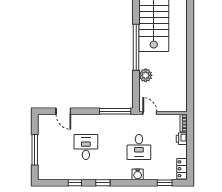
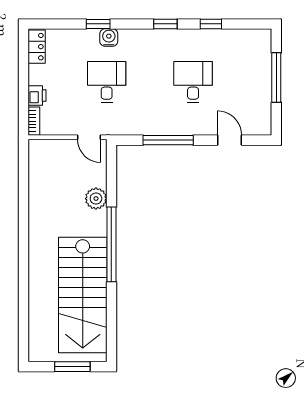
window: (115, 111) -> (168, 140), moved
desk: (86, 147) -> (193, 82), turned 180
window: (165, 183) -> (98, 24), moved

